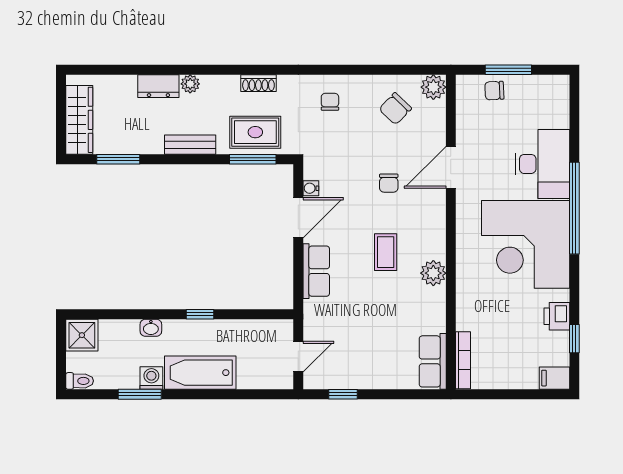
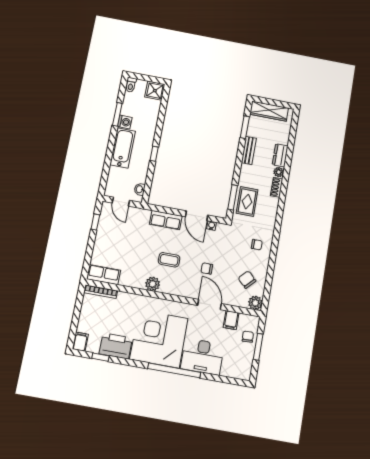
shoe rack: (258, 83) -> (277, 187), moved
filing cabinet: (471, 125) -> (231, 320), added
bench: (190, 145) -> (249, 150), moved
printer: (557, 316) -> (116, 346), width x1.87, depth x1.48
washbasin: (151, 328) -> (140, 189), moved

